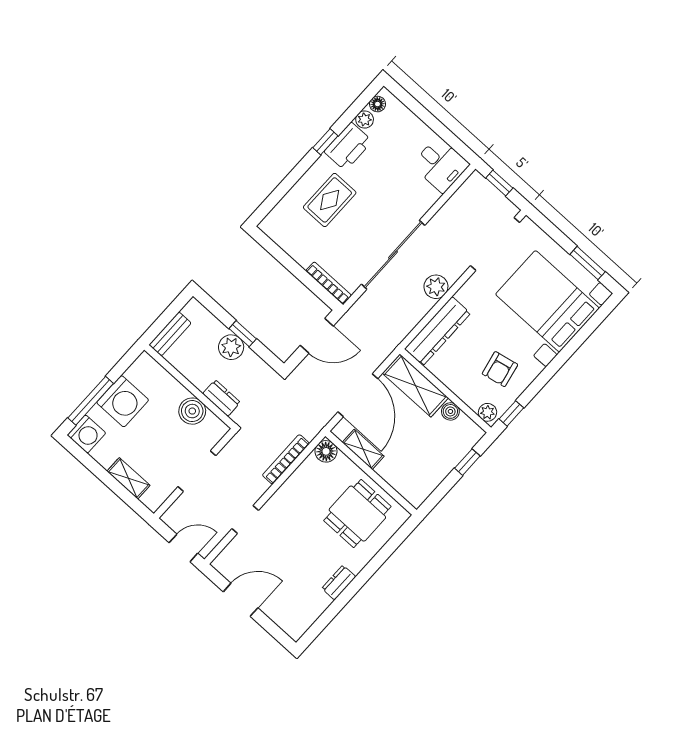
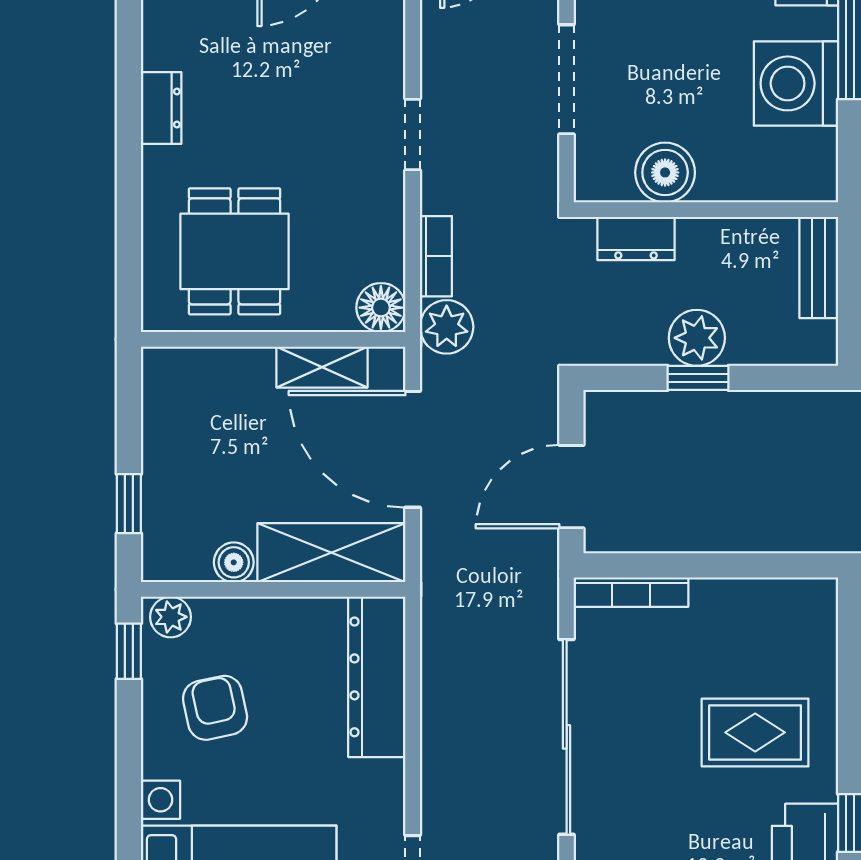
rug: (330, 200) -> (755, 732), turned 90
plant: (436, 287) -> (447, 327), moved
bookcase: (286, 459) -> (436, 256), width x0.64
doorway: (245, 520) -> (413, 134), moved

